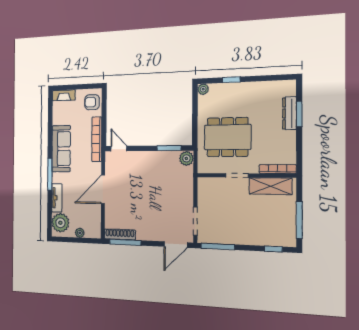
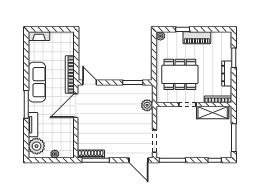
piano: (250, 89) -> (197, 38), added
armchair: (92, 102) -> (65, 43), removed
dresser: (289, 113) -> (227, 73), moved
plant: (186, 158) -> (147, 105), moved
door: (103, 189) -> (76, 106), moved
door: (176, 245) -> (138, 160), hinge flipped

